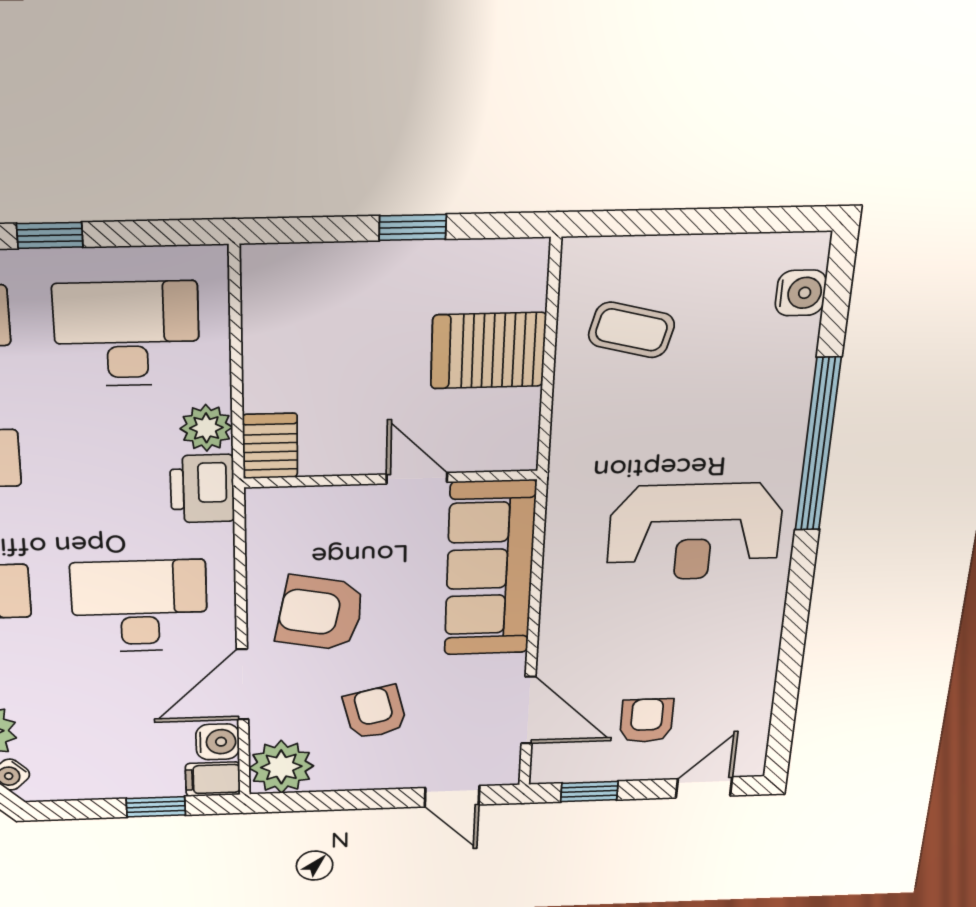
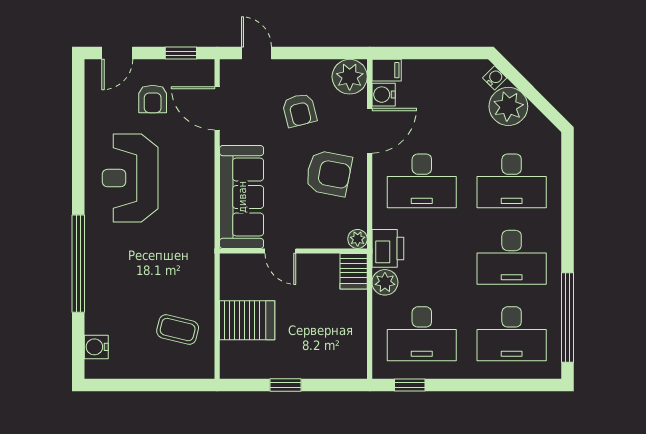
window: (50, 235) -> (410, 385), moved
plant: (263, 504) -> (358, 239), added
reception desk: (695, 532) -> (130, 178), moved, turned -90
window: (156, 807) -> (418, 53), removed

